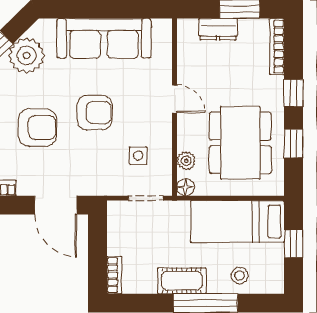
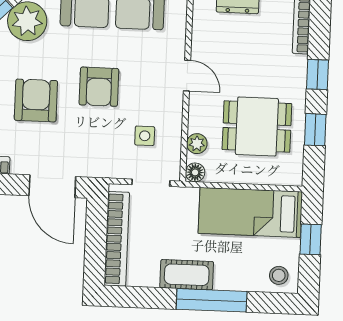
armchair: (95, 113) -> (99, 87), turned 90
armchair: (38, 127) -> (36, 100), turned -90
dining table: (240, 143) -> (257, 127), width x0.73
bookcase: (114, 275) -> (117, 239), width x2.31, depth x1.31
stool: (240, 275) -> (279, 275), moved

